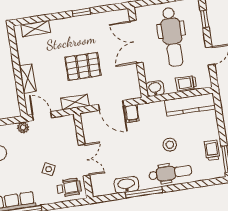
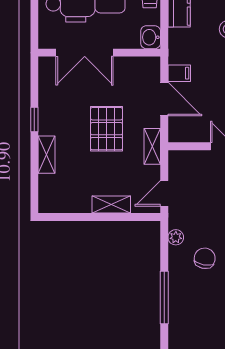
shelving: (36, 29) -> (47, 155), moved
door: (111, 105) -> (164, 99), hinge flipped
plant: (23, 128) -> (176, 237), moved

